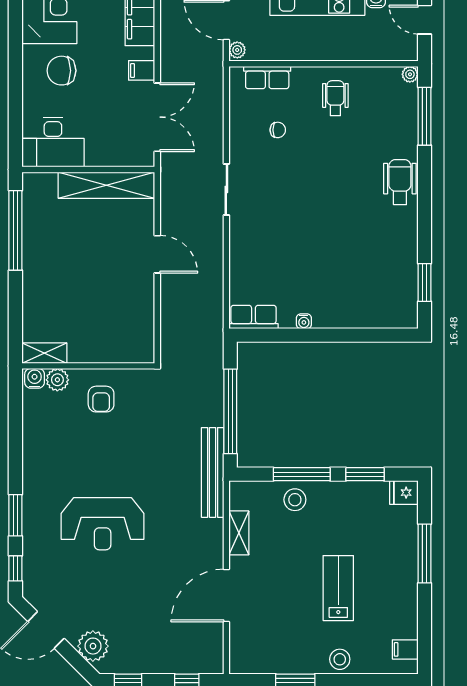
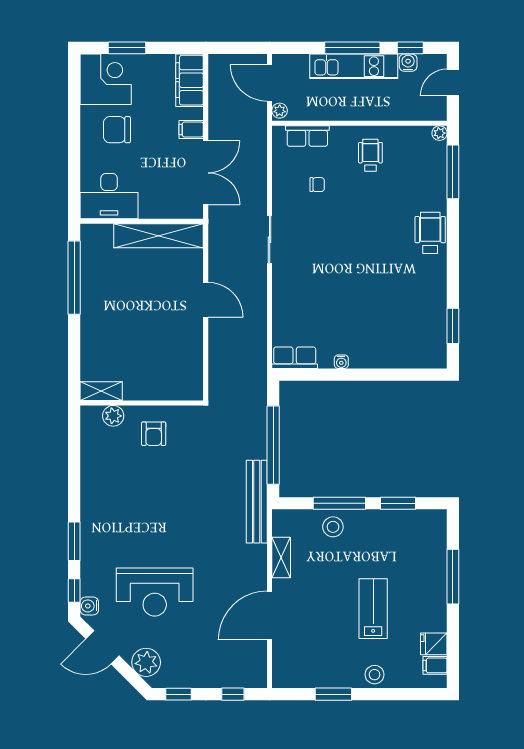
door: (424, 20) -> (453, 83), hinge flipped
water cooler: (35, 378) -> (89, 606), moved, turned -90
fridge: (404, 493) -> (434, 644), moved
reception desk: (103, 524) -> (155, 592), moved

